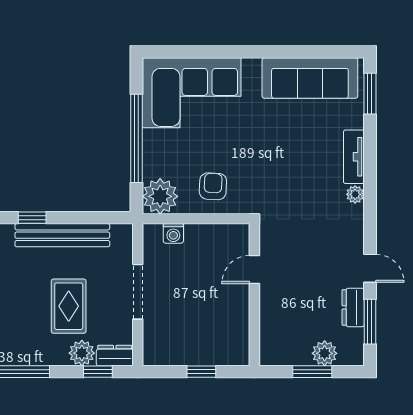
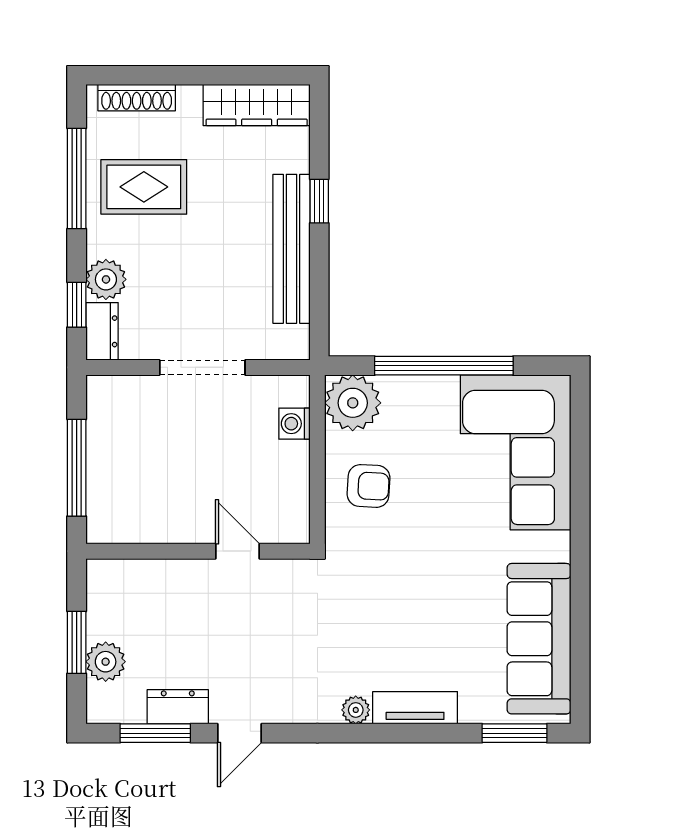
rug: (69, 306) -> (144, 187), moved
window: (201, 372) -> (77, 468), width x2.17

